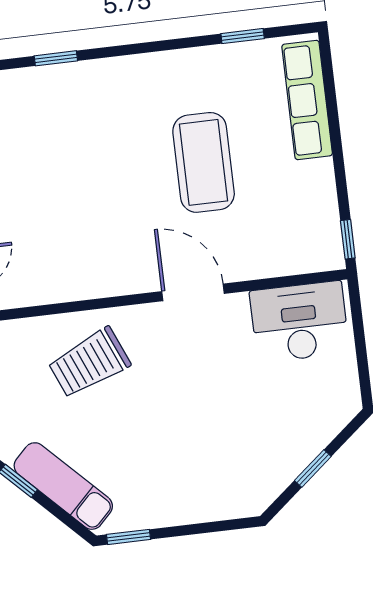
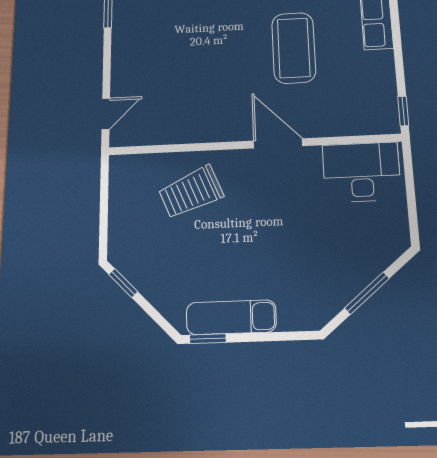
window: (313, 468) -> (367, 293), width x1.50
exam couch: (63, 486) -> (231, 317), moved, turned -45

